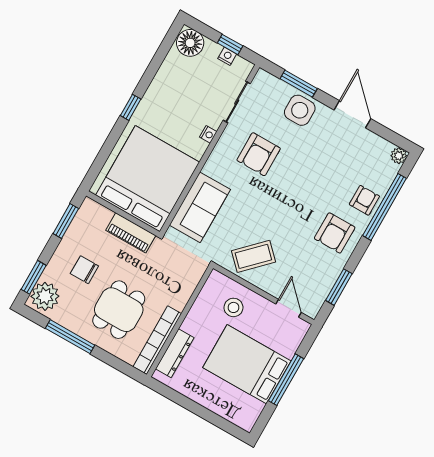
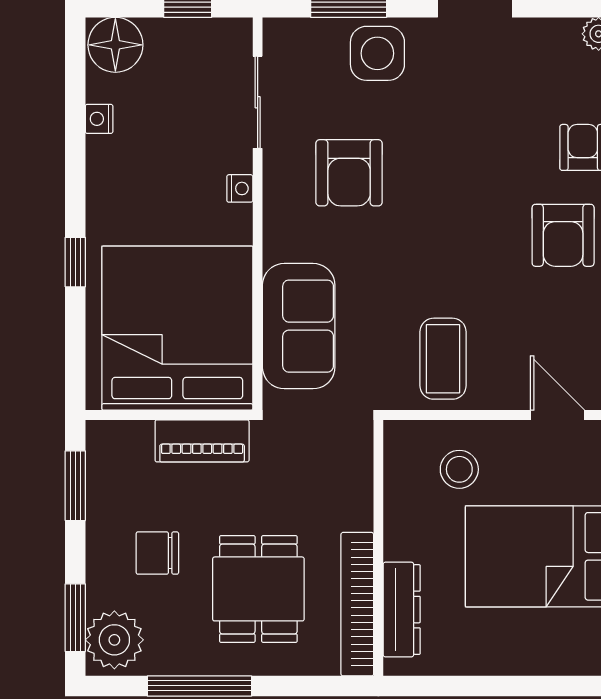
nightstand: (227, 56) -> (99, 119), moved, turned -90
window: (131, 107) -> (75, 262), moved
coffee table: (253, 256) -> (443, 359), turned -45

